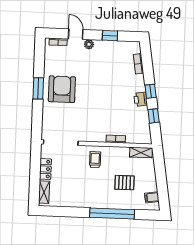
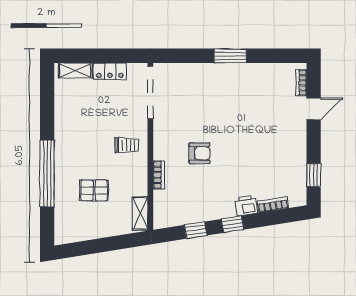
window: (110, 36) -> (314, 175), moved
plant: (89, 44) -> (299, 129), removed
armchair: (62, 89) -> (199, 153), moved, width x0.53, depth x0.53
printer: (141, 99) -> (246, 206), moved
pallet: (124, 183) -> (94, 190), turned 90
filing cabinet: (152, 197) -> (74, 232), removed

